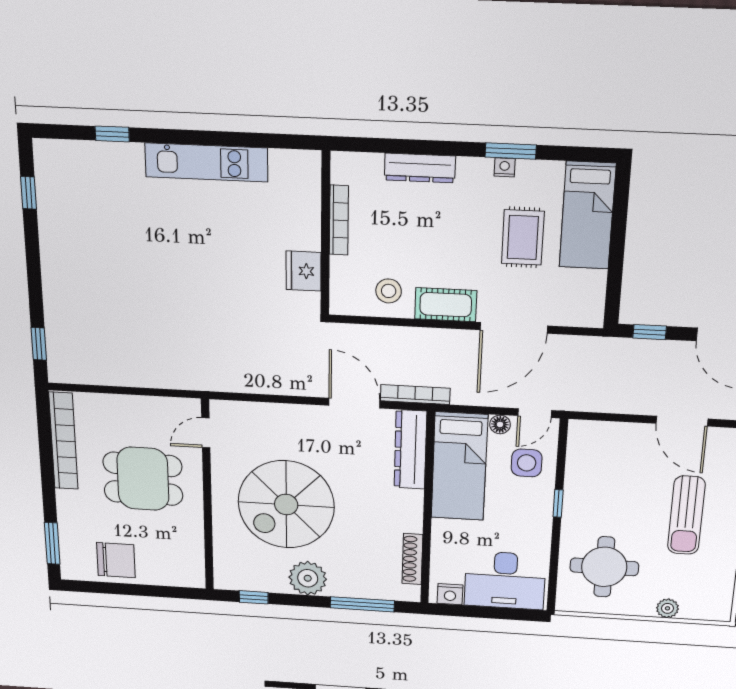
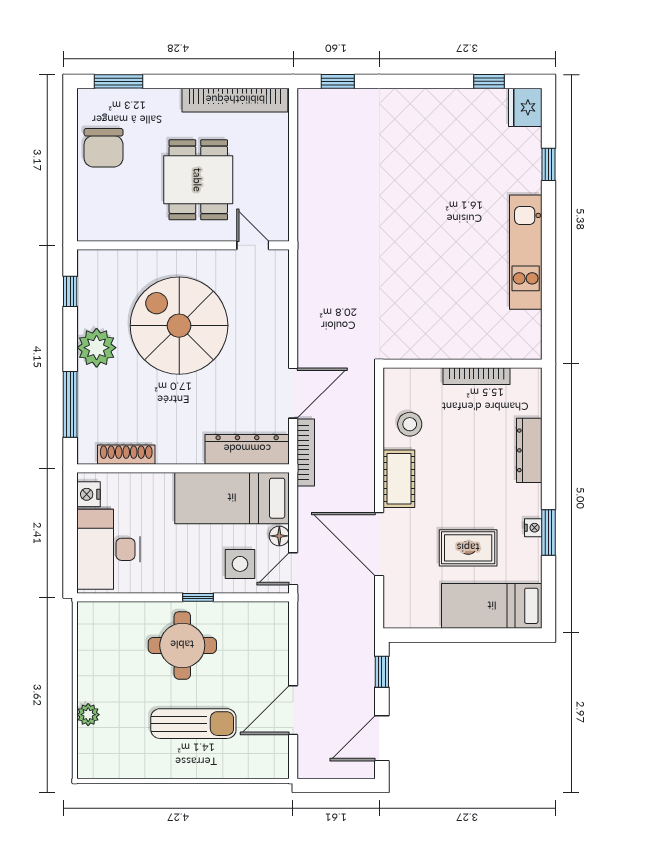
fridge: (304, 271) -> (525, 107), moved, turned -90
door: (535, 413) -> (293, 569), hinge flipped
sun lounger: (686, 515) -> (193, 724), turned 180
round table: (604, 567) -> (182, 645), moved

